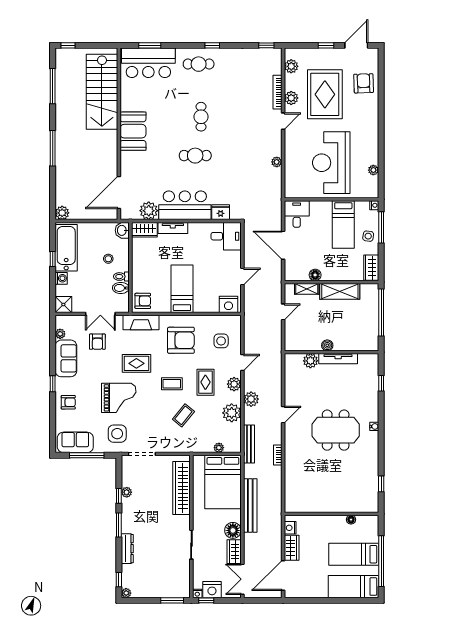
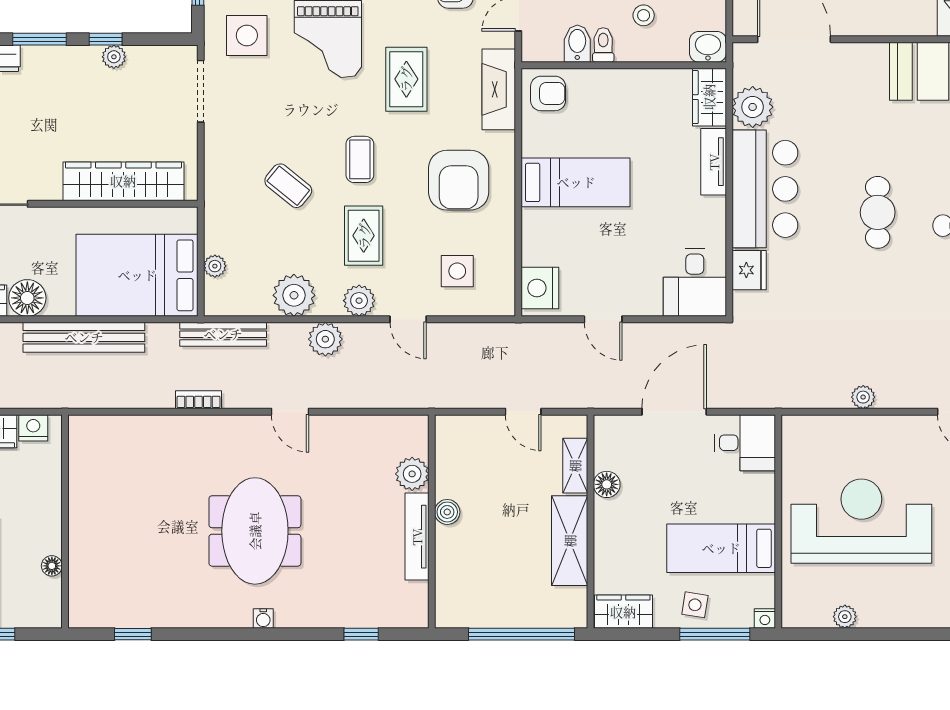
armchair: (143, 301) -> (548, 93), turned -90
rug: (205, 382) -> (364, 236), turned 90

